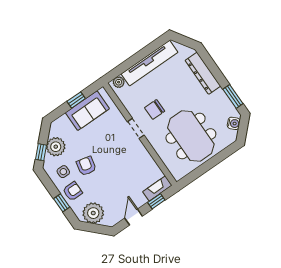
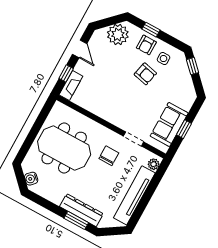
window: (233, 96) -> (76, 220), moved
doorway: (136, 128) -> (134, 139), moved
plant: (56, 147) -> (182, 78), removed

